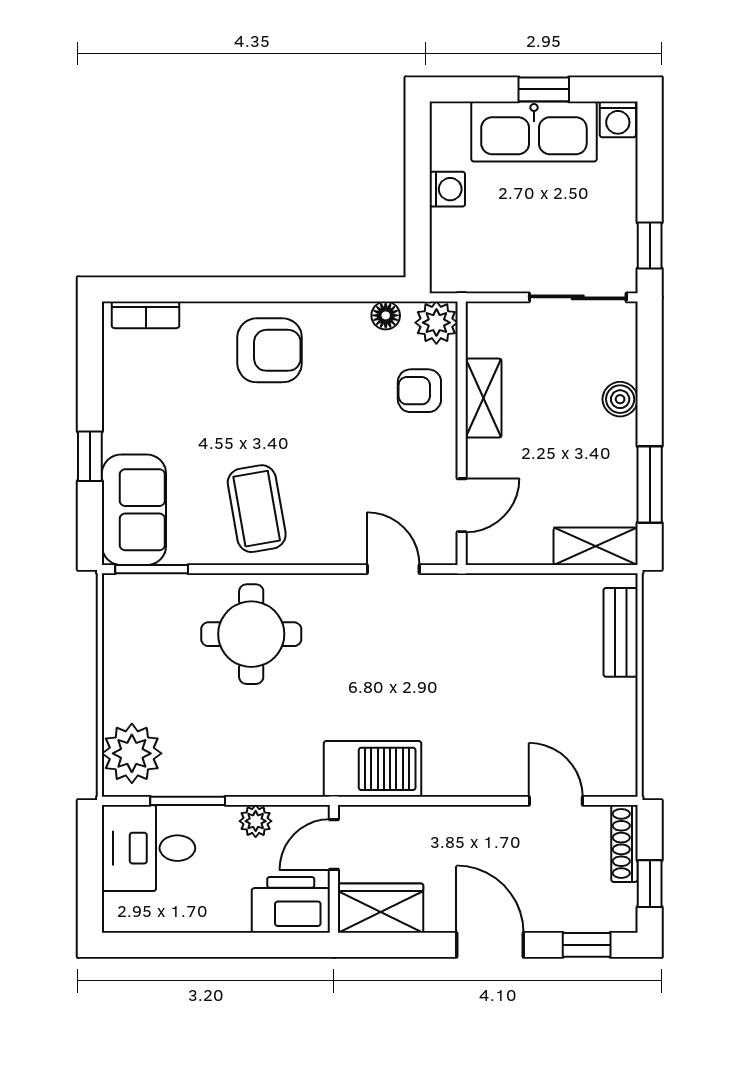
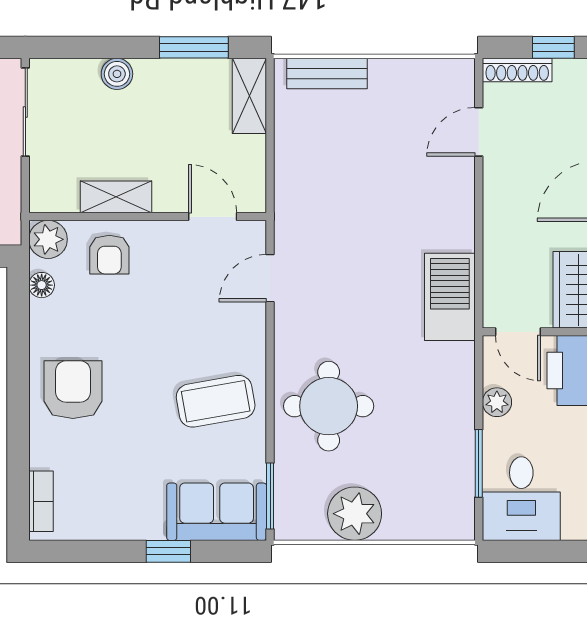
plant: (132, 753) -> (355, 514), moved

